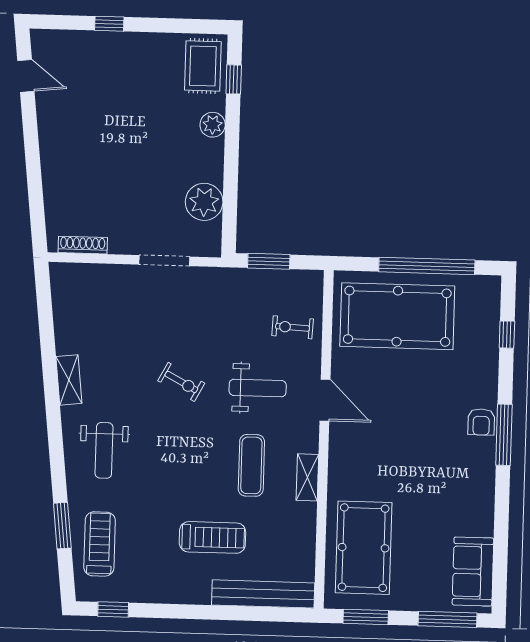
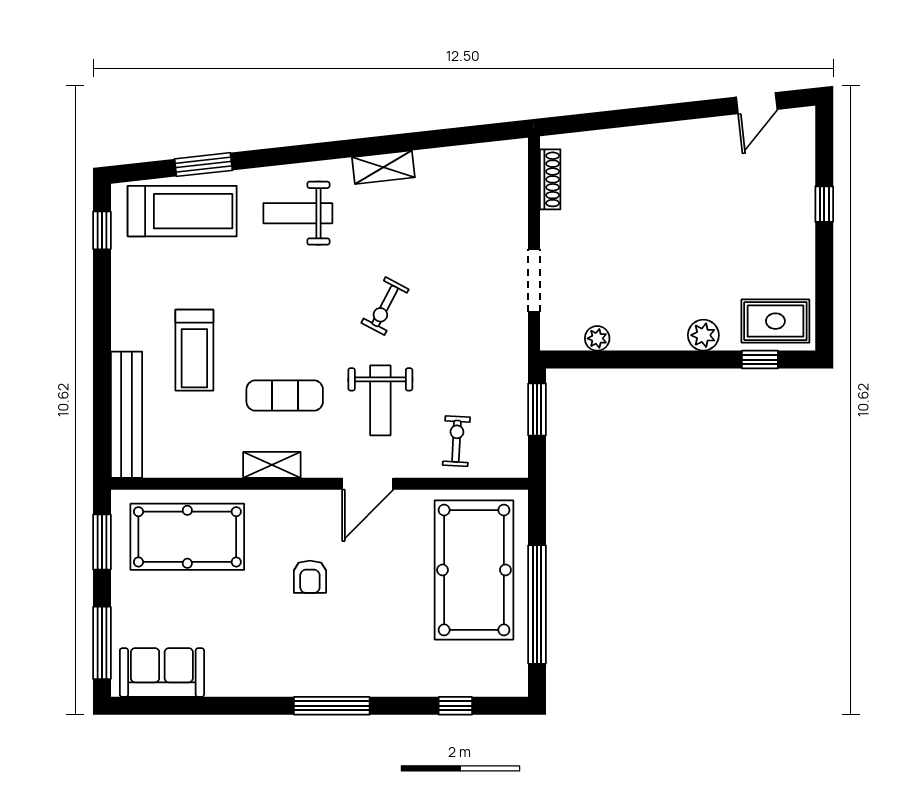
plant: (204, 202) -> (597, 338), width x0.53, depth x0.53
armchair: (481, 422) -> (310, 577), moved, turned -90
treadmill: (100, 544) -> (182, 211), width x1.37, depth x1.38

